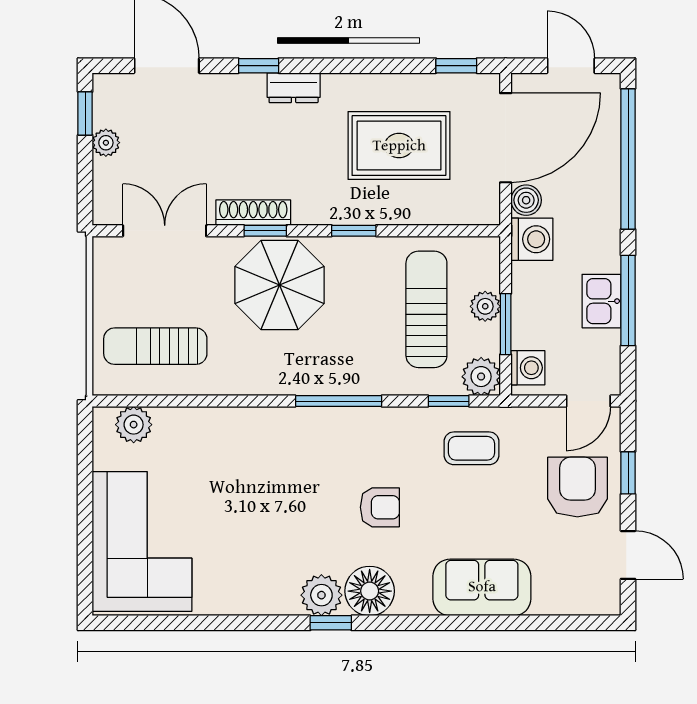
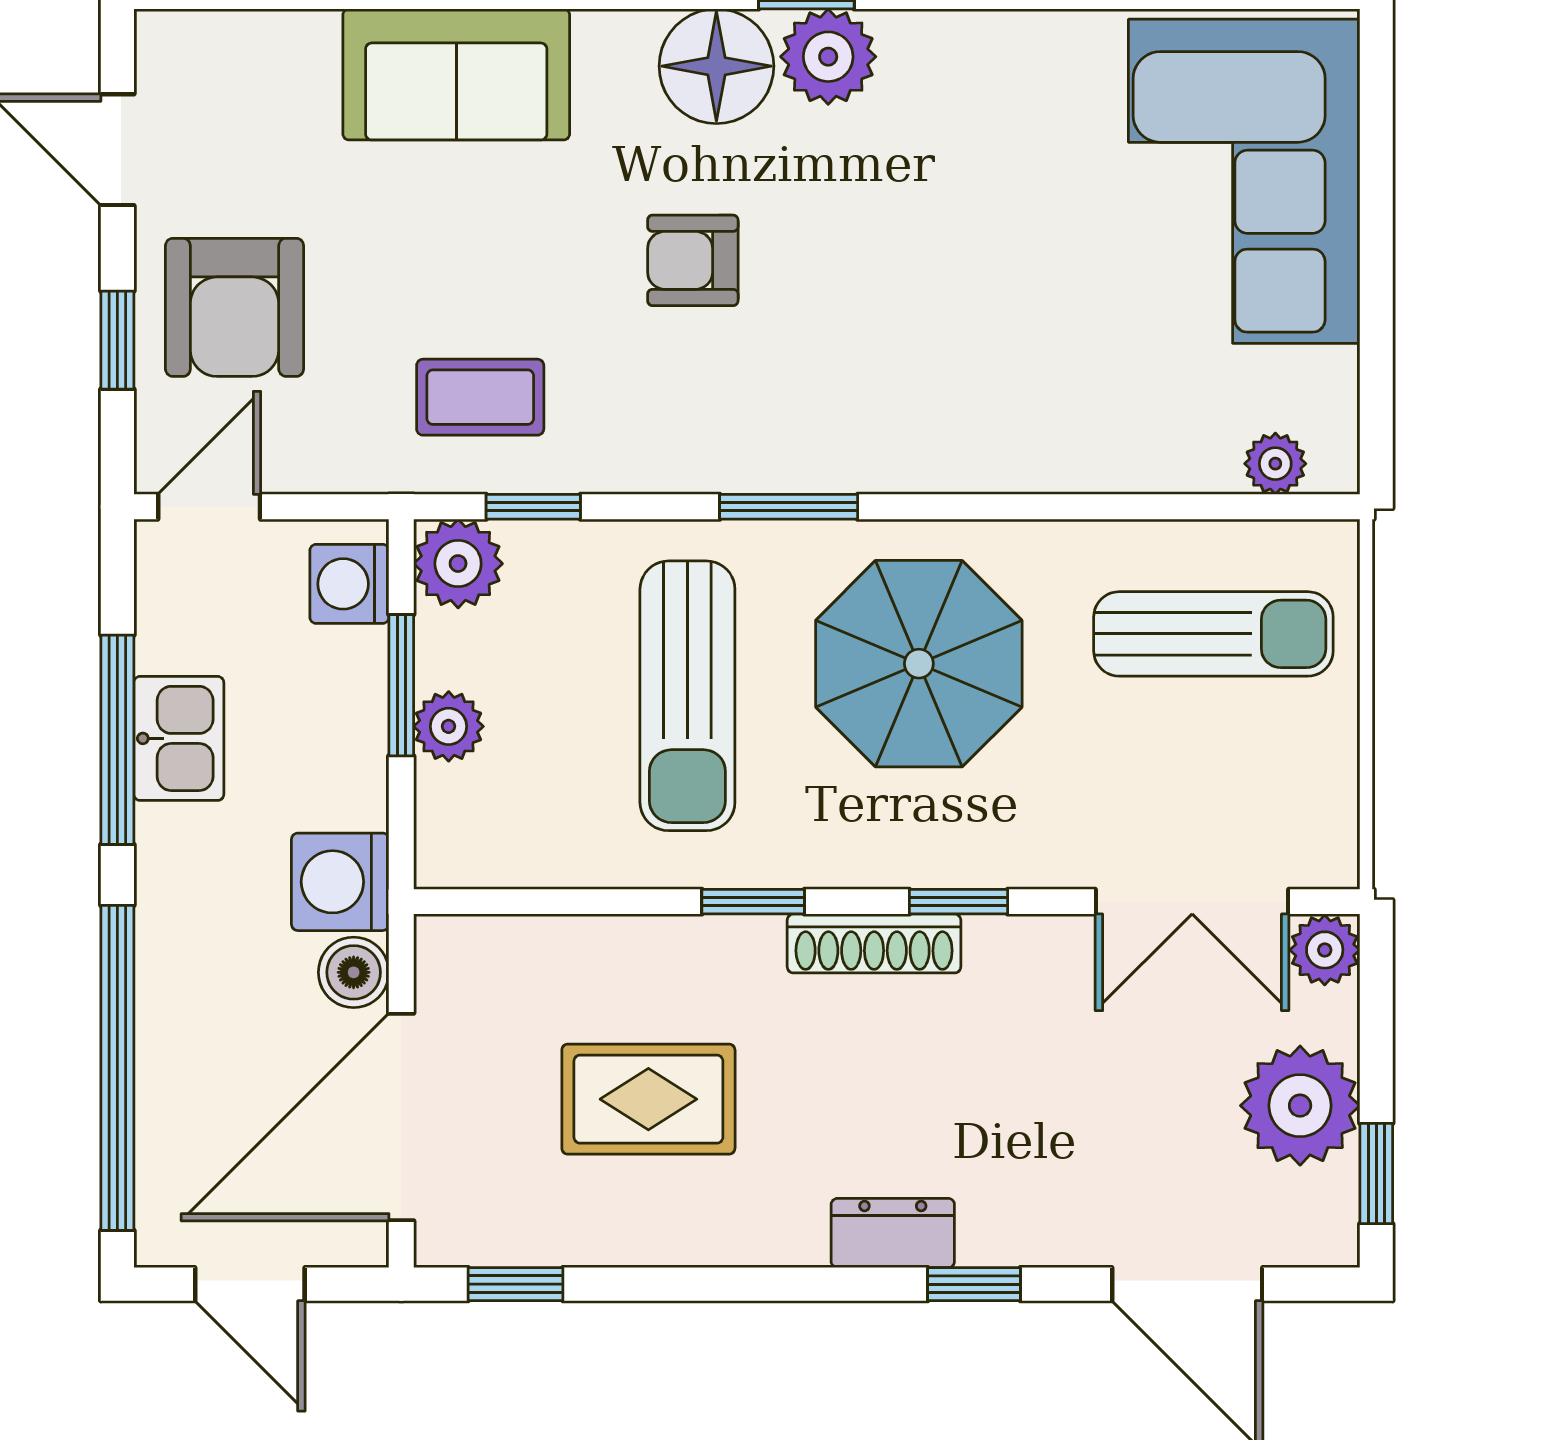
plant: (106, 143) -> (1300, 1106), width x1.88, depth x1.88
rug: (399, 146) -> (648, 1099), width x0.73, depth x0.70
plant: (107, 210) -> (1325, 950), added
shoe rack: (253, 213) -> (874, 943), moved
parasol: (280, 285) -> (919, 664), moved
sun lounger: (426, 309) -> (687, 696), moved
window: (339, 401) -> (789, 507), width x0.69
plant: (134, 425) -> (1275, 464), width x0.73, depth x0.73

